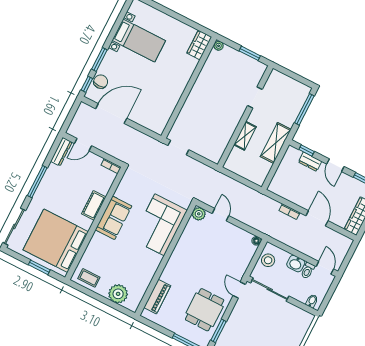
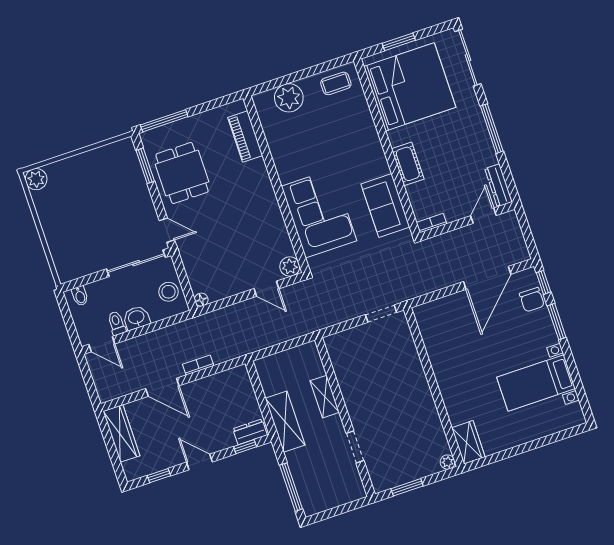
dresser: (310, 162) -> (250, 432), moved
sofa: (114, 218) -> (385, 205), moved

